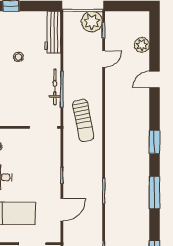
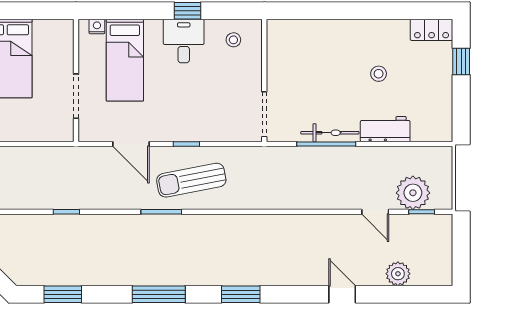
plant: (92, 22) -> (413, 193), moved
workbench: (53, 32) -> (385, 129), moved, width x0.73
sun lounger: (83, 120) -> (191, 180), moved

